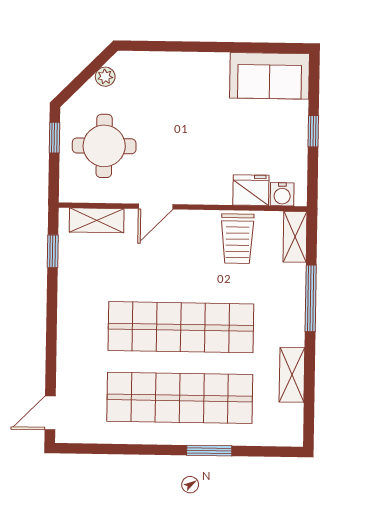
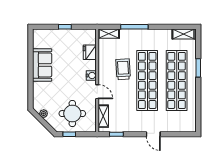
sofa: (270, 76) -> (42, 65), moved
water cooler: (282, 194) -> (91, 76), moved
trolley: (237, 239) -> (123, 69), moved, turned -93
shelving: (292, 375) -> (183, 34), moved
door: (50, 413) -> (153, 134), moved

